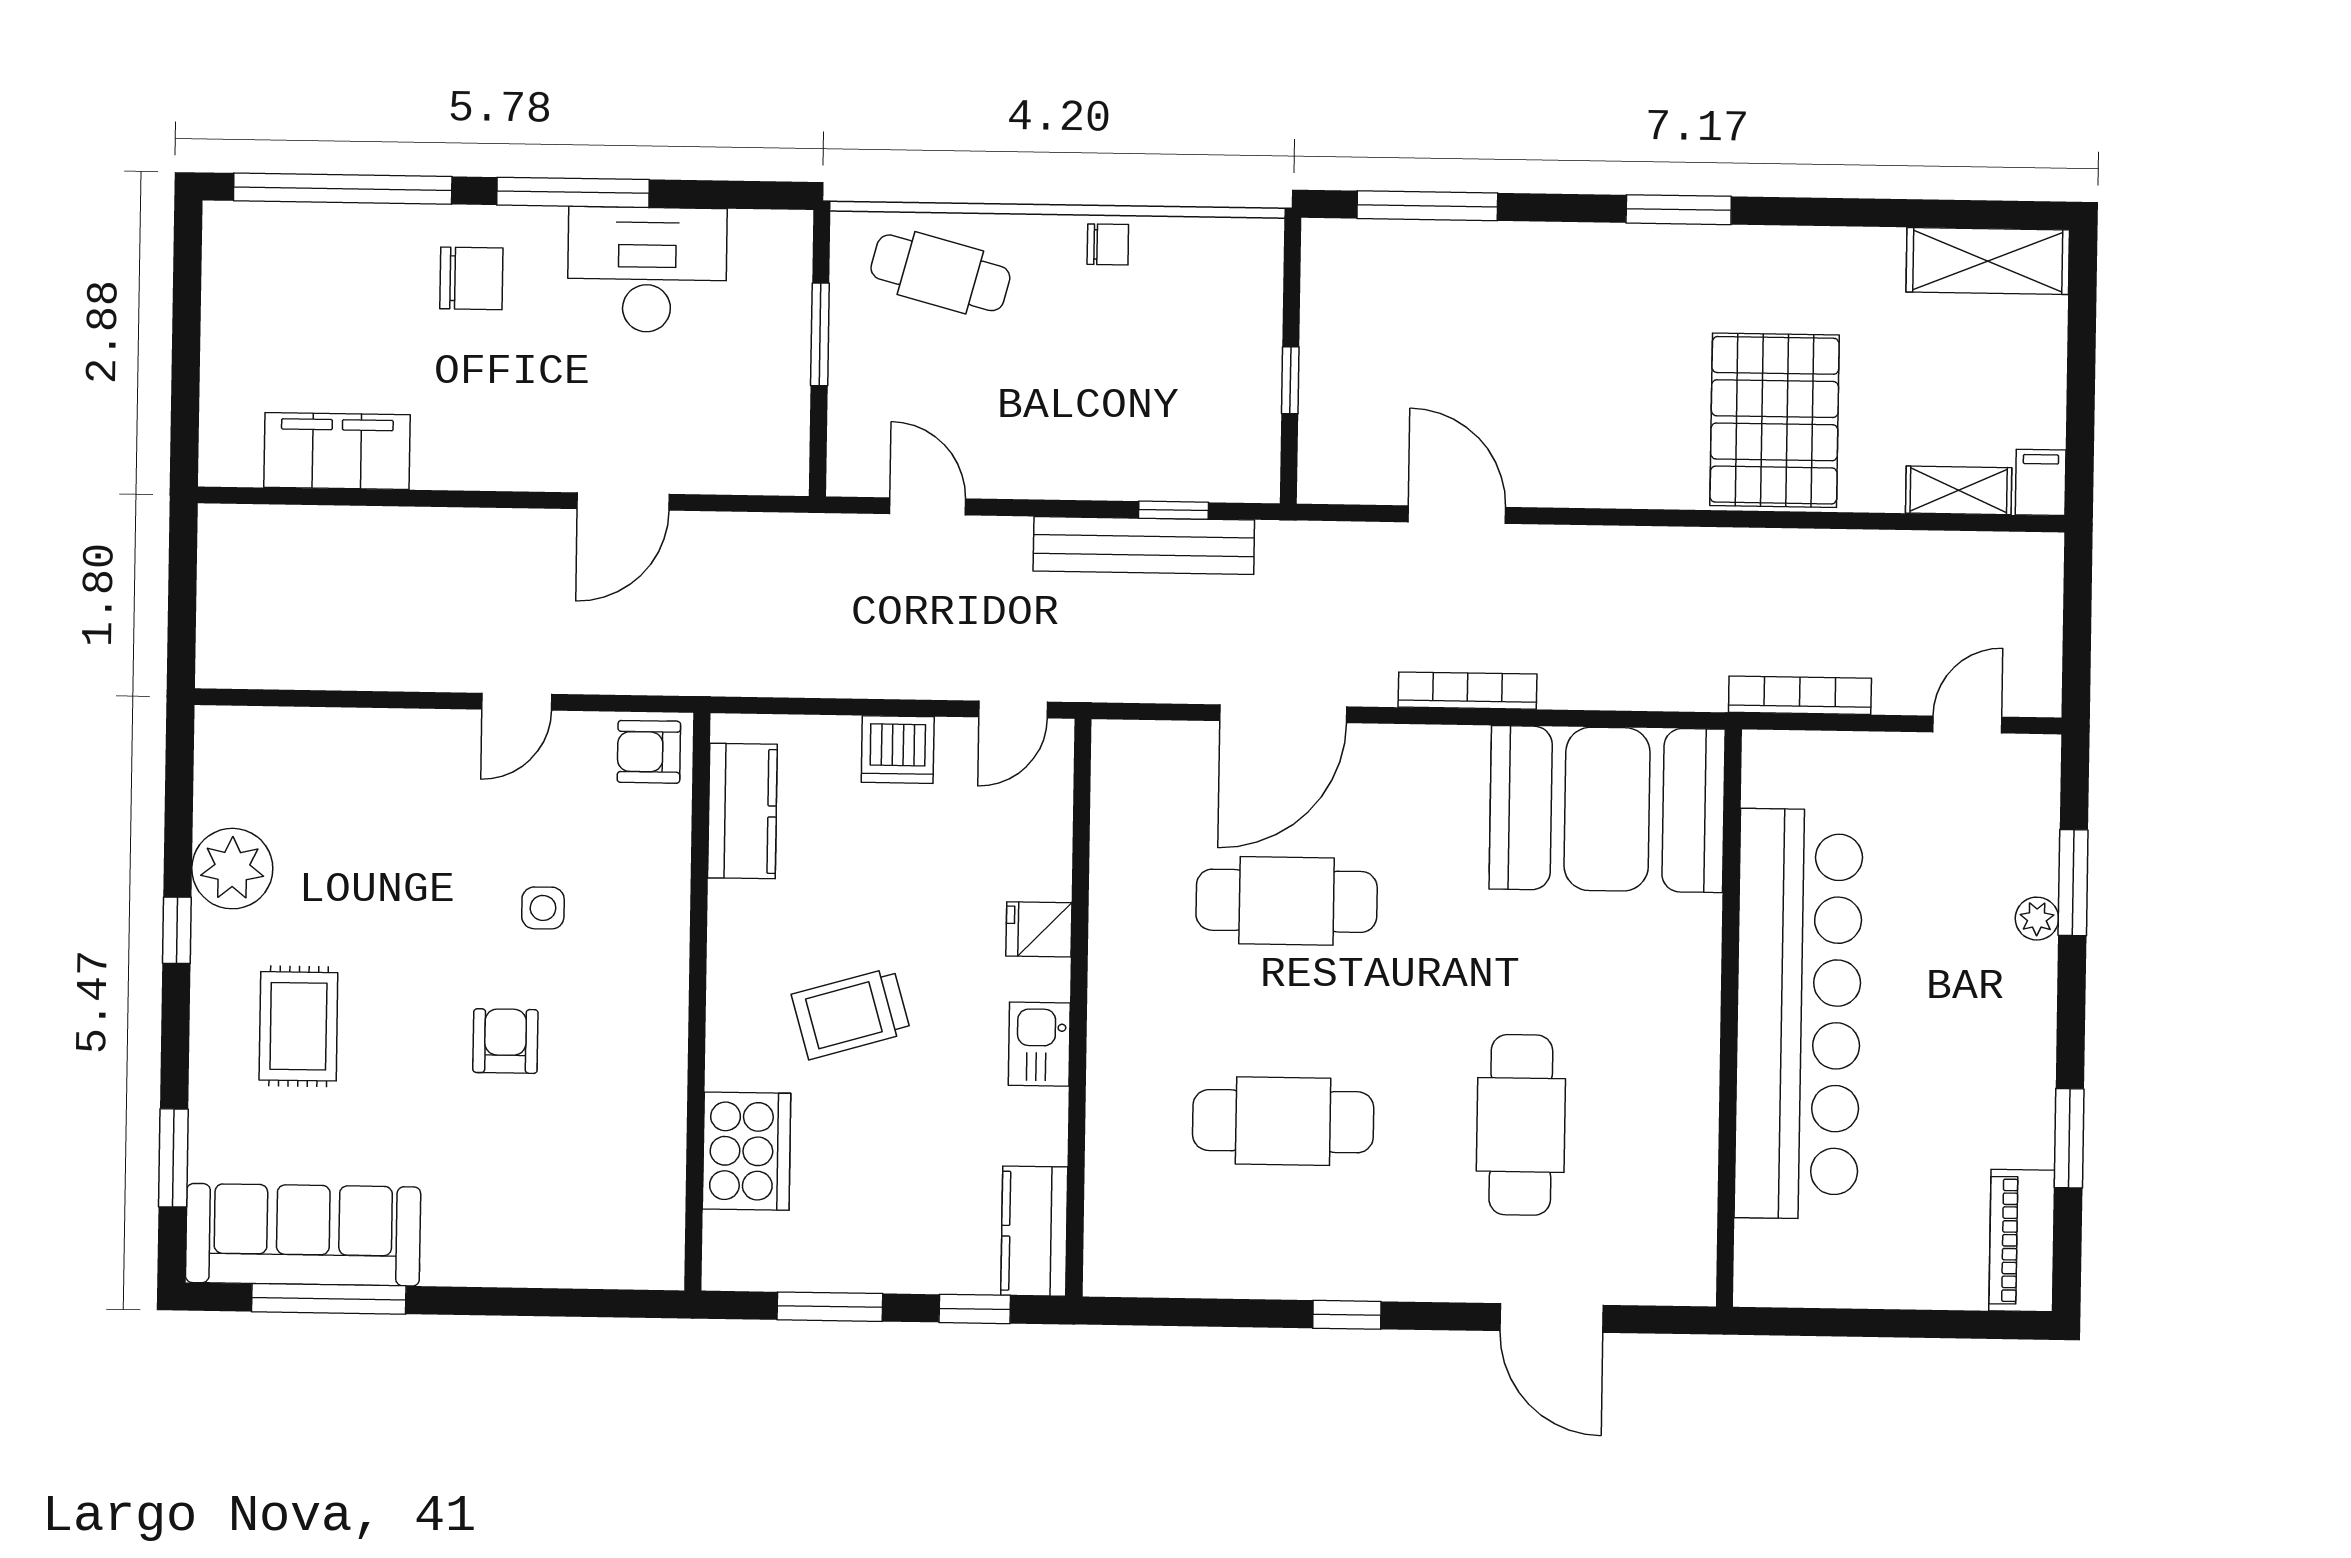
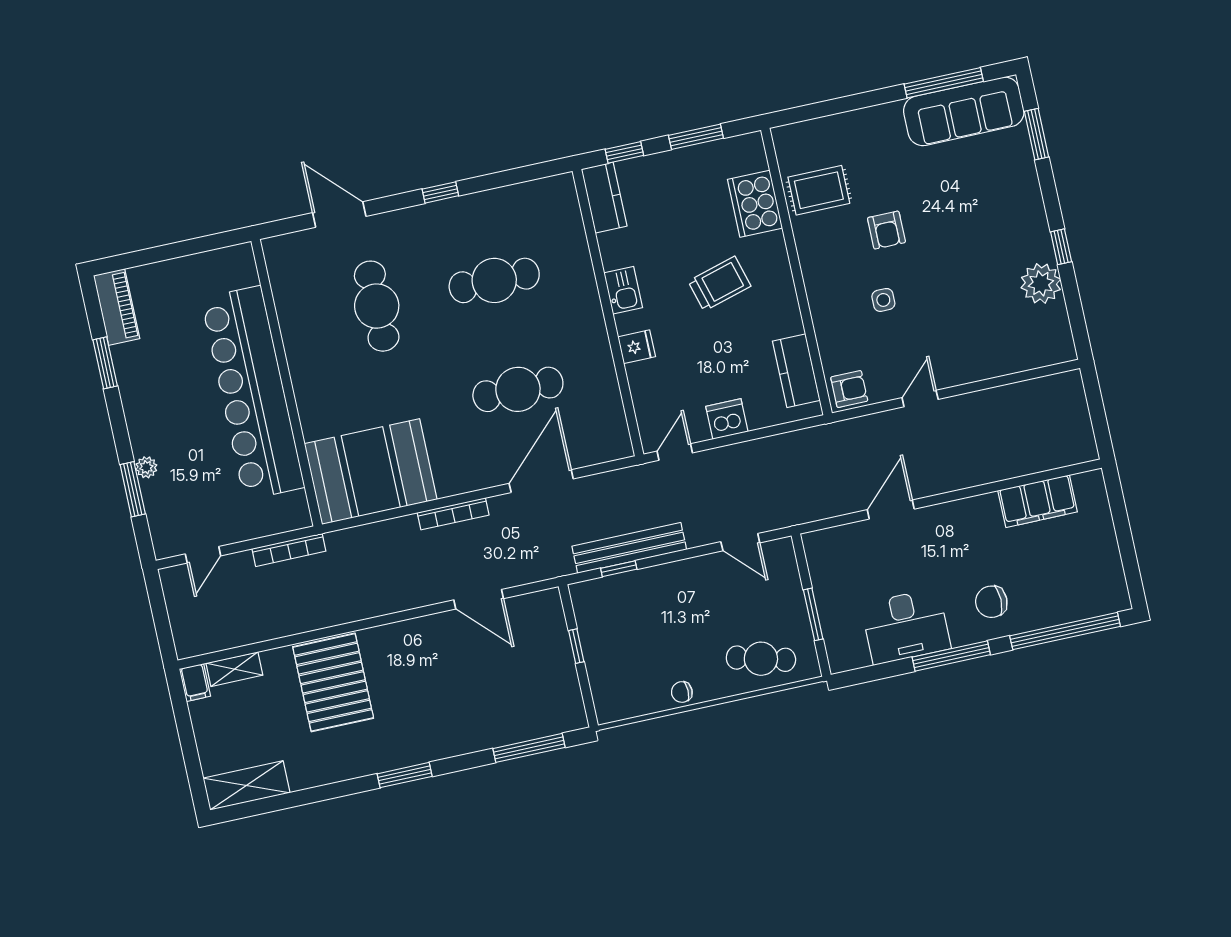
rug: (298, 1026) -> (819, 190), moved, turned 90

